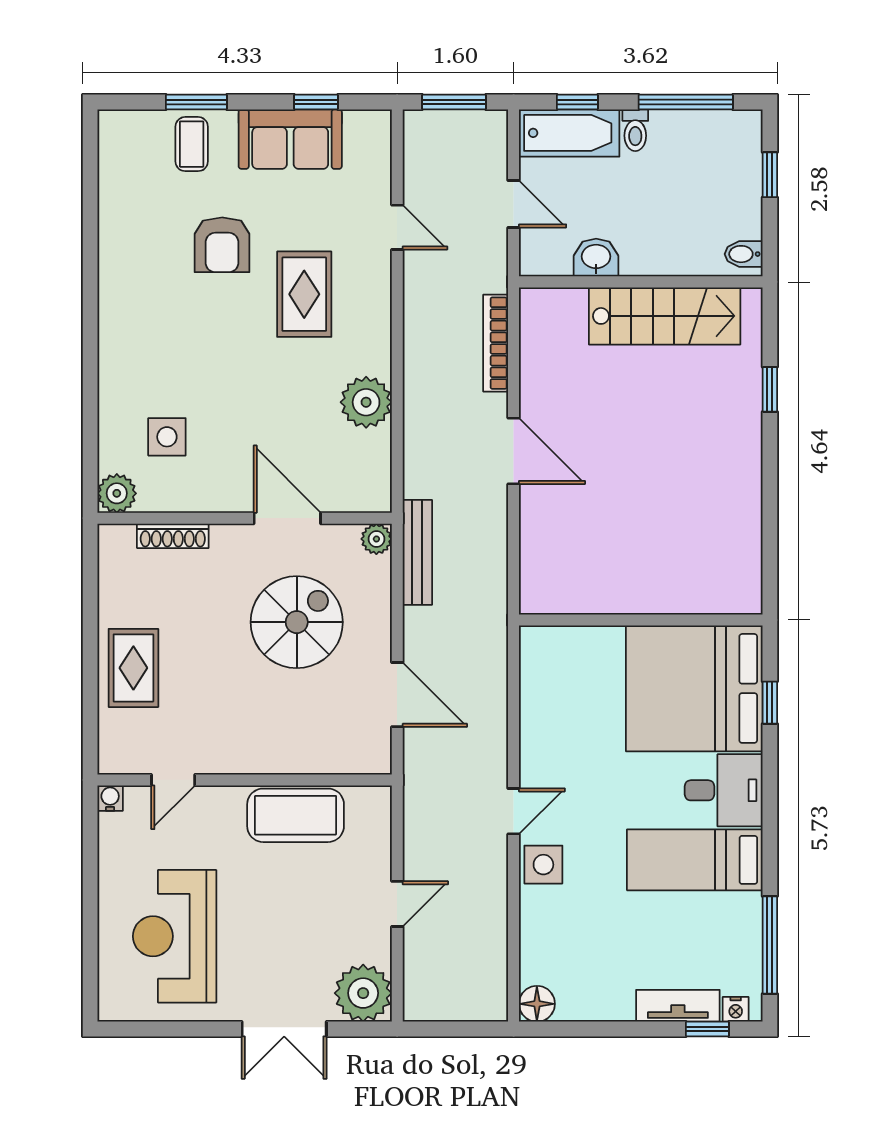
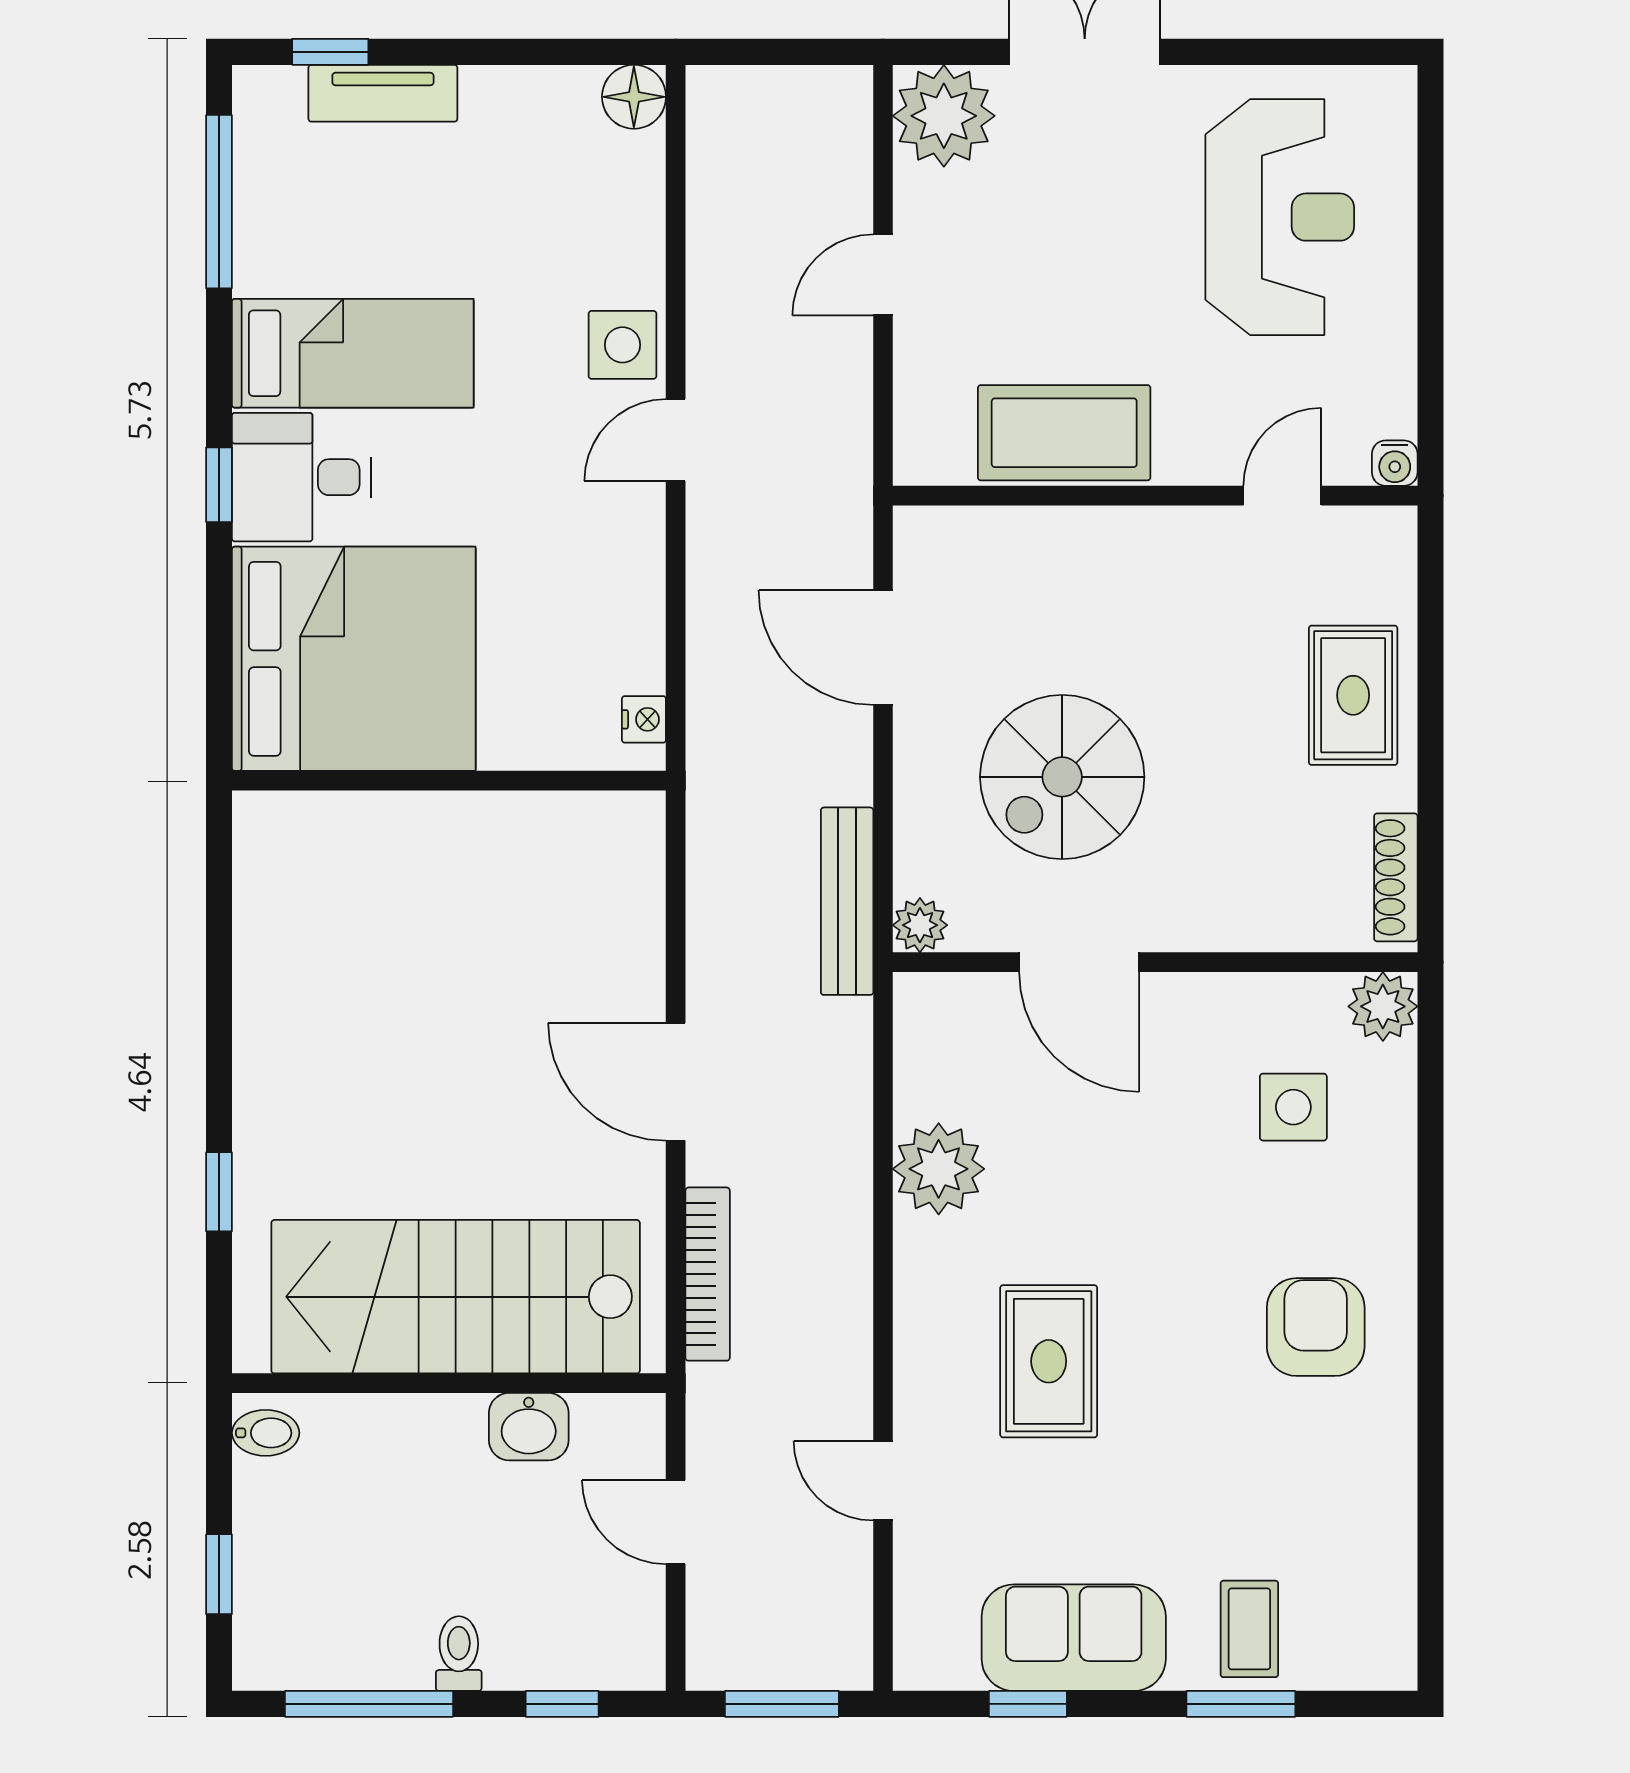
bathtub: (569, 133) -> (576, 1649), removed
armchair: (222, 245) -> (1316, 1327), moved
stairs: (665, 316) -> (456, 1297), width x1.36, depth x1.51
shoe rack: (173, 536) -> (1396, 877), moved, turned -90
window: (770, 703) -> (219, 485), moved
nightstand: (736, 1009) -> (644, 719), moved, turned 90

